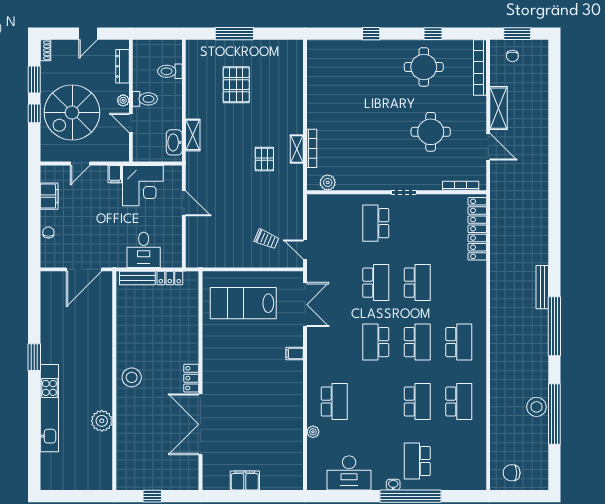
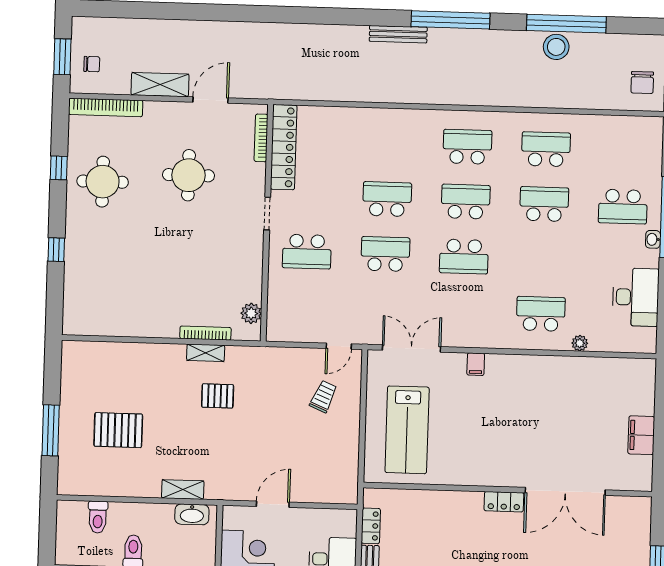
locker: (477, 229) -> (284, 147), moved, turned -90

